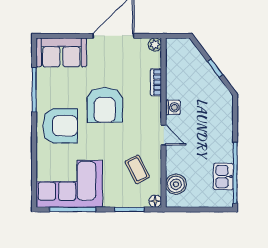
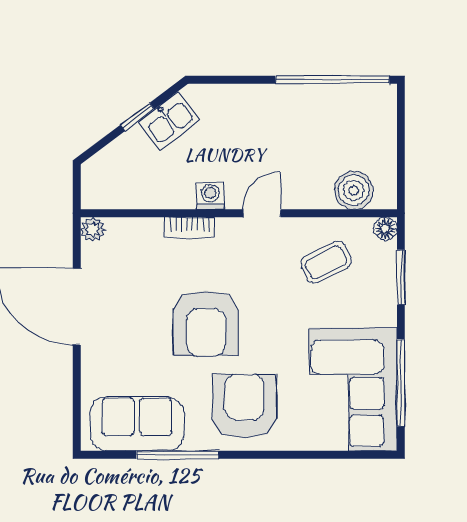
sofa: (61, 52) -> (137, 424), moved, turned -90
bookcase: (156, 82) -> (189, 227), moved
armchair: (105, 105) -> (206, 323), turned 90
kitchen sink: (223, 177) -> (169, 121), moved, turned -37

